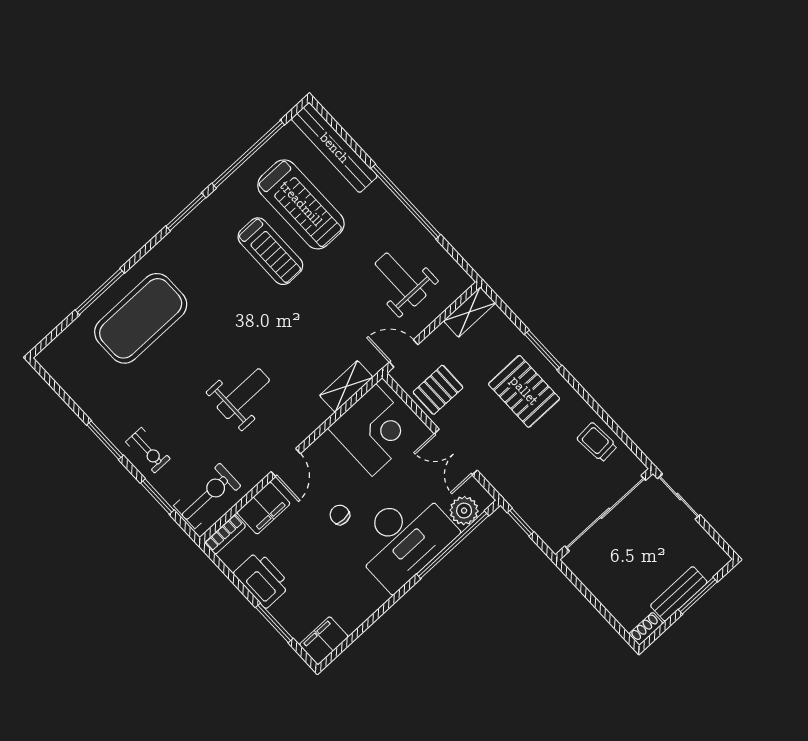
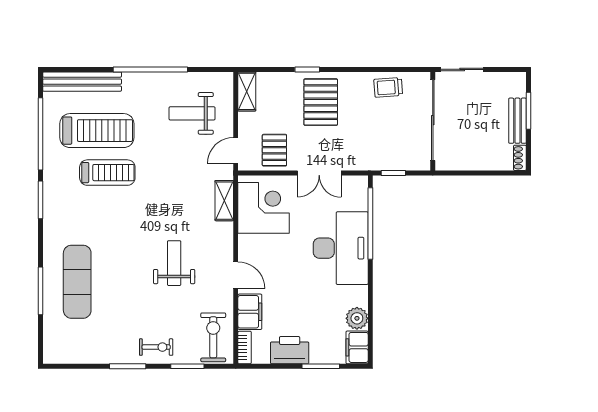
exercise mat: (141, 318) -> (77, 282), width x0.68
window: (543, 350) -> (307, 69), width x0.67
pallet: (524, 391) -> (321, 102), turned 90
plant: (464, 511) -> (357, 318), moved
chair: (340, 515) -> (294, 272), removed

